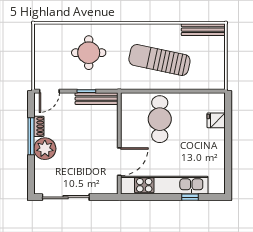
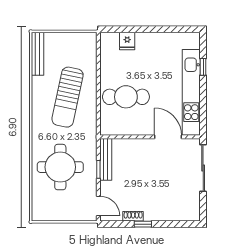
round table: (89, 53) -> (60, 167), width x1.36, depth x1.36
window: (31, 136) -> (143, 224), width x0.46
plant: (45, 149) -> (155, 210), removed
sliding door: (66, 197) -> (203, 168), moved

